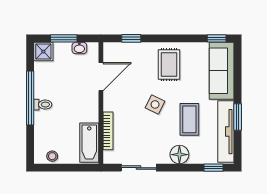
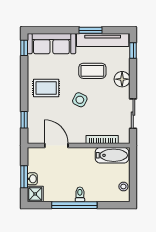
washbasin: (79, 48) -> (32, 179), moved

